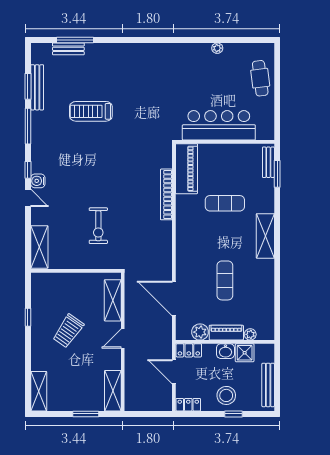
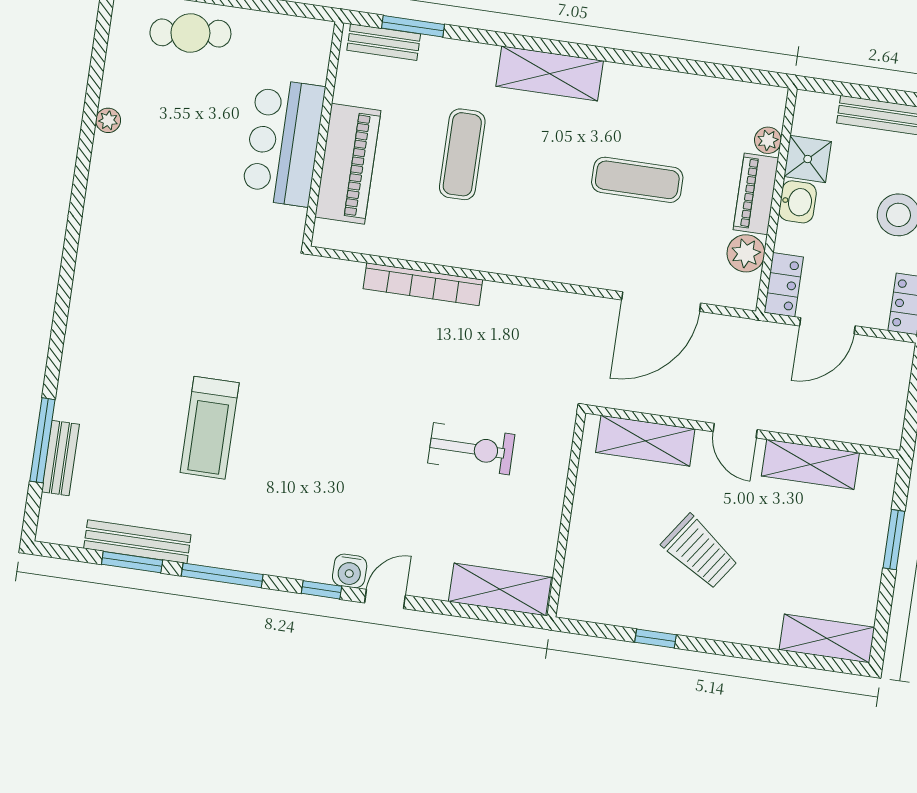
bar counter: (219, 125) -> (283, 142), width x0.73
piano: (186, 169) -> (348, 164), moved, turned 90
shelving: (113, 391) -> (810, 464), moved

